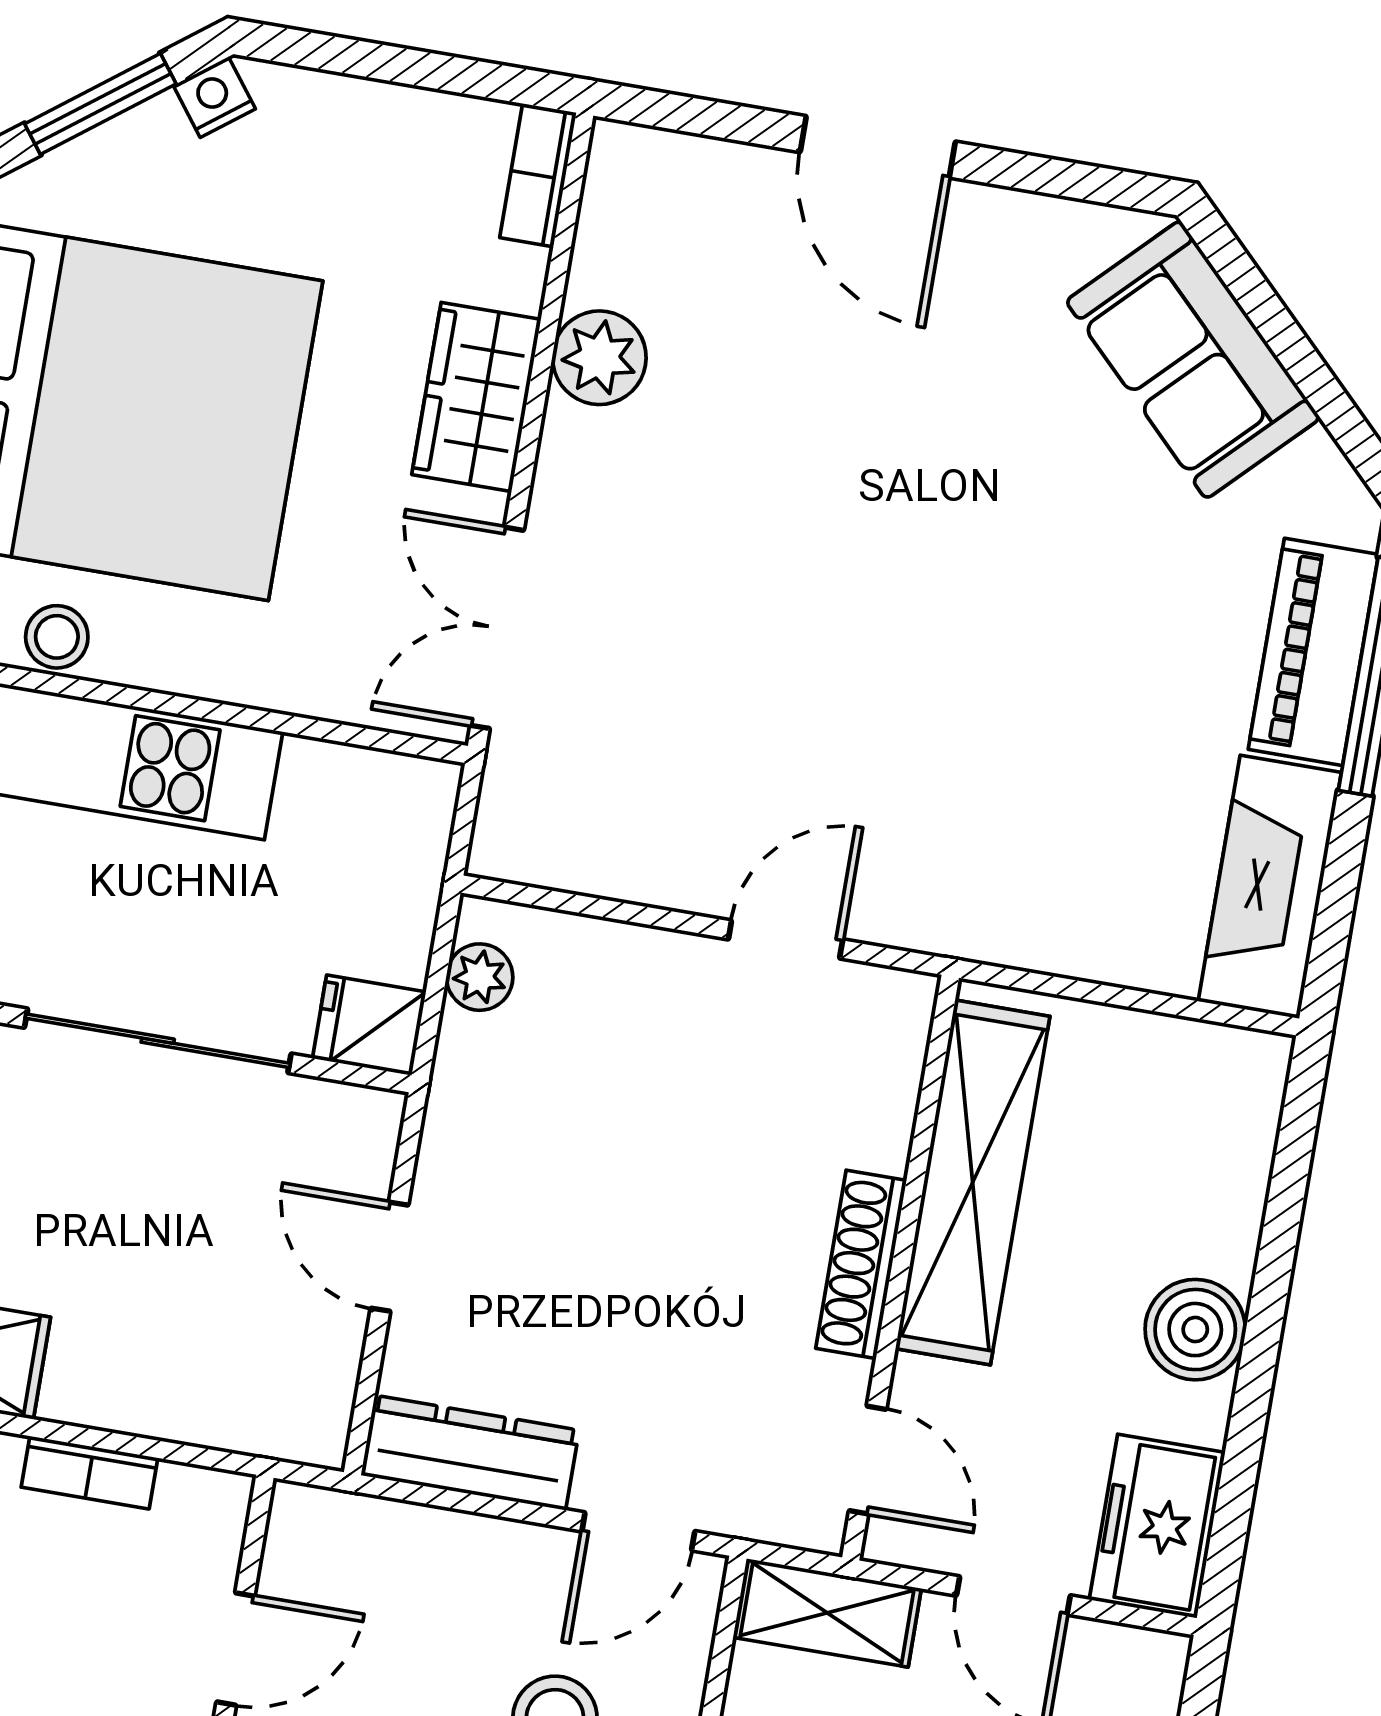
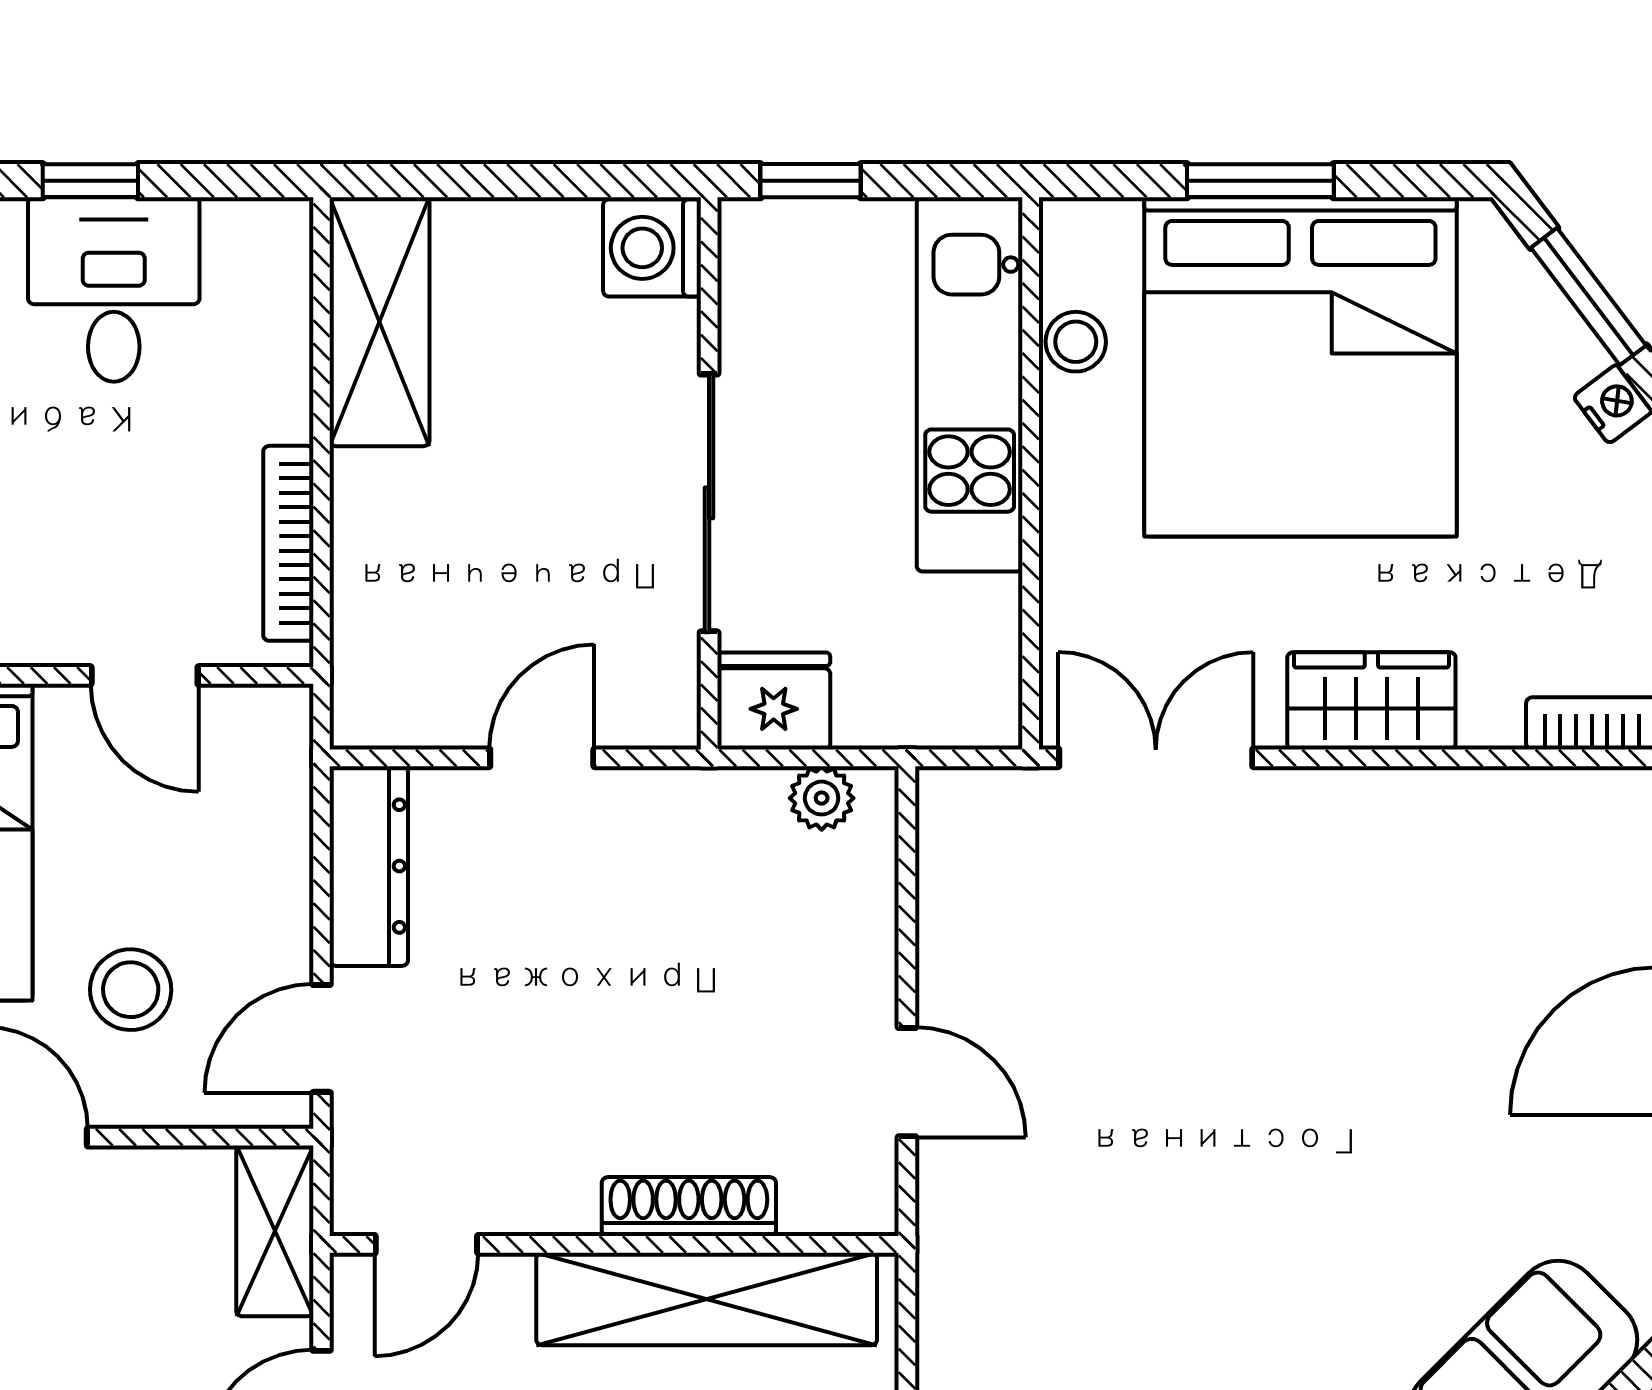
plant: (599, 358) -> (1429, 811), removed
fridge: (369, 1025) -> (774, 701), width x1.38
shoe rack: (861, 1264) -> (689, 1207), moved
bookcase: (89, 1473) -> (288, 543), width x1.56
door: (638, 1531) -> (321, 1038), hinge flipped

